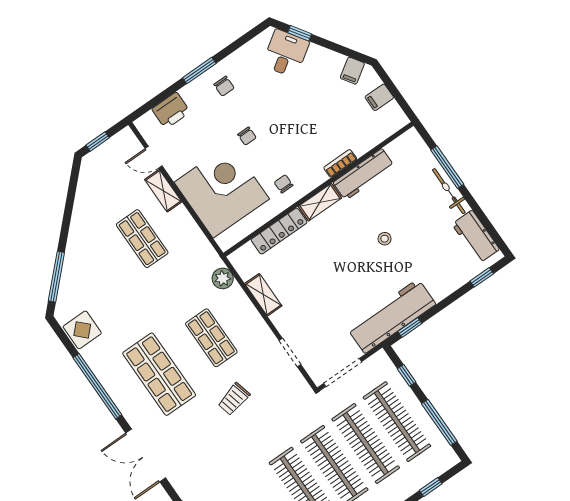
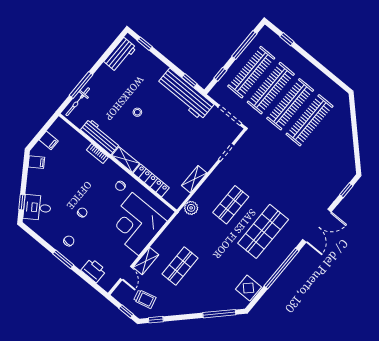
chair: (247, 136) -> (82, 212), moved
window: (73, 182) -> (156, 320), added
bicycle: (449, 191) -> (78, 102), moved
trolley: (234, 399) -> (145, 299), moved

